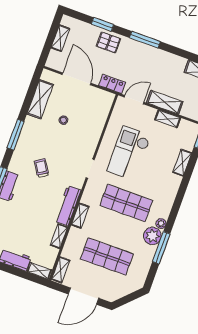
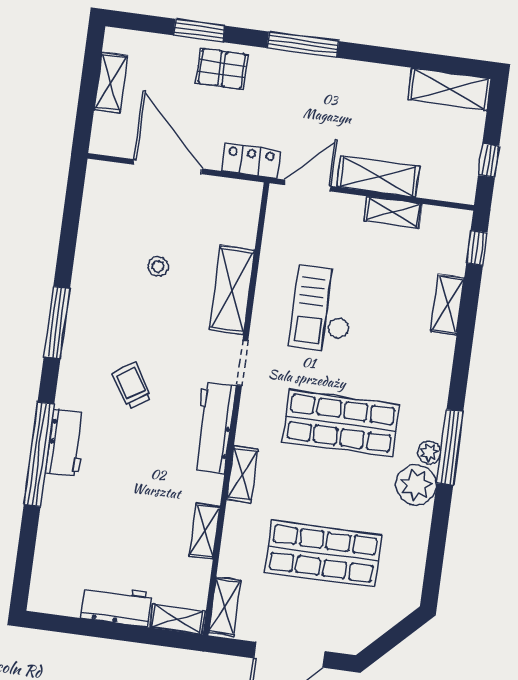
shelving: (40, 99) -> (232, 290), moved
checkout: (129, 153) -> (322, 309), width x0.73, depth x0.83
workbench: (68, 206) -> (214, 428), moved
window: (161, 248) -> (450, 447), moved

